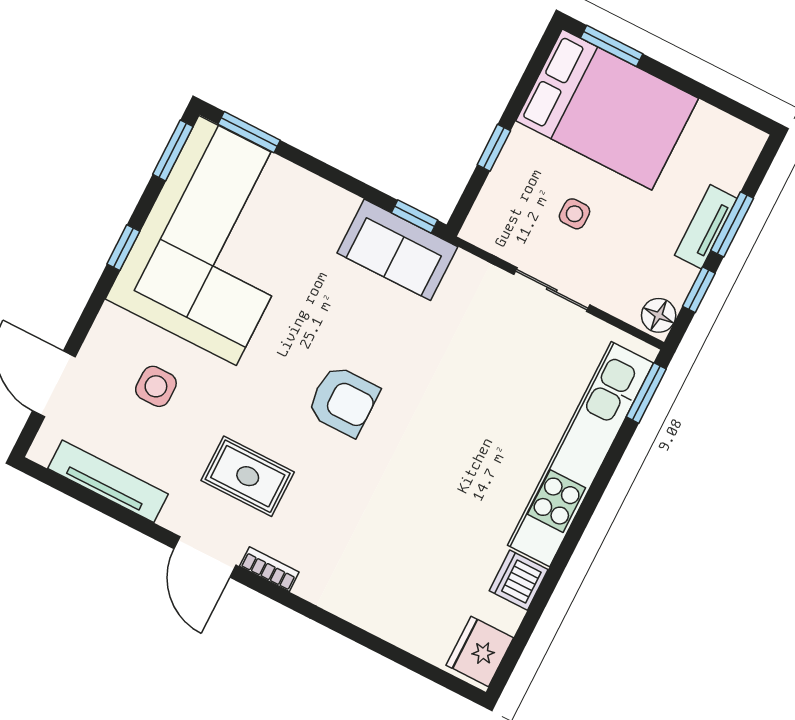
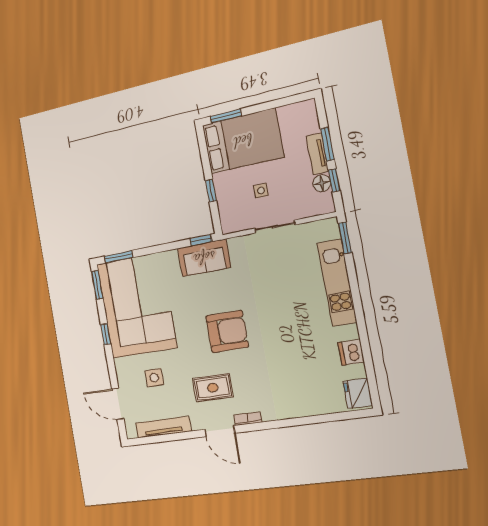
floor lamp: (659, 315) -> (322, 183), moved
armchair: (343, 401) -> (227, 331), width x1.36, depth x1.36
kitchen unit: (580, 454) -> (337, 283), width x0.73

